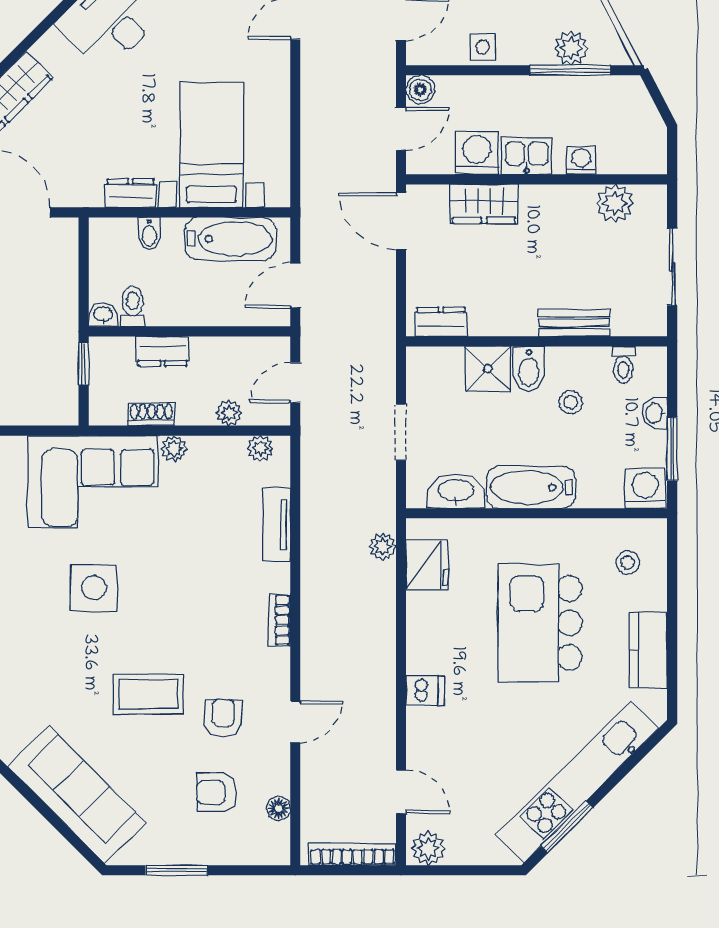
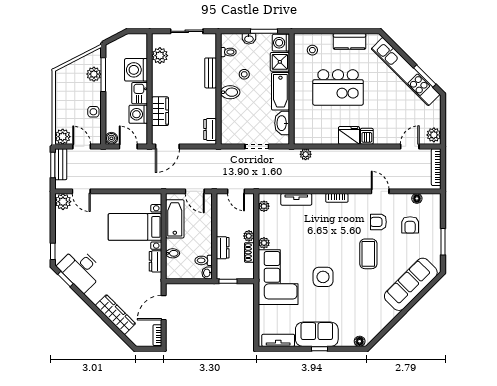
washing machine: (581, 160) -> (136, 70), width x1.89, depth x1.89
shower: (488, 369) -> (280, 62), moved
plant: (229, 413) -> (249, 236), moved
fridge: (427, 565) -> (349, 135), moved

